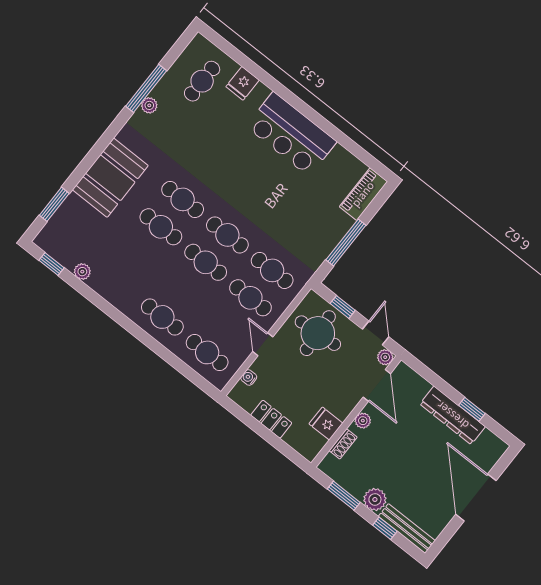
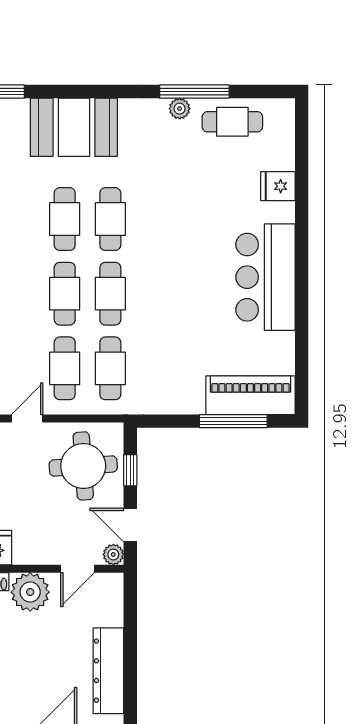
cafe table: (202, 81) -> (232, 122), moved
piano: (363, 194) -> (250, 395), width x1.37, depth x1.33
window: (346, 243) -> (233, 421), moved
door: (376, 333) -> (130, 525), swing flipped
door: (377, 385) -> (78, 569), width x0.73
window: (472, 409) -> (130, 686), removed
plant: (363, 421) -> (30, 592), width x1.88, depth x1.88

